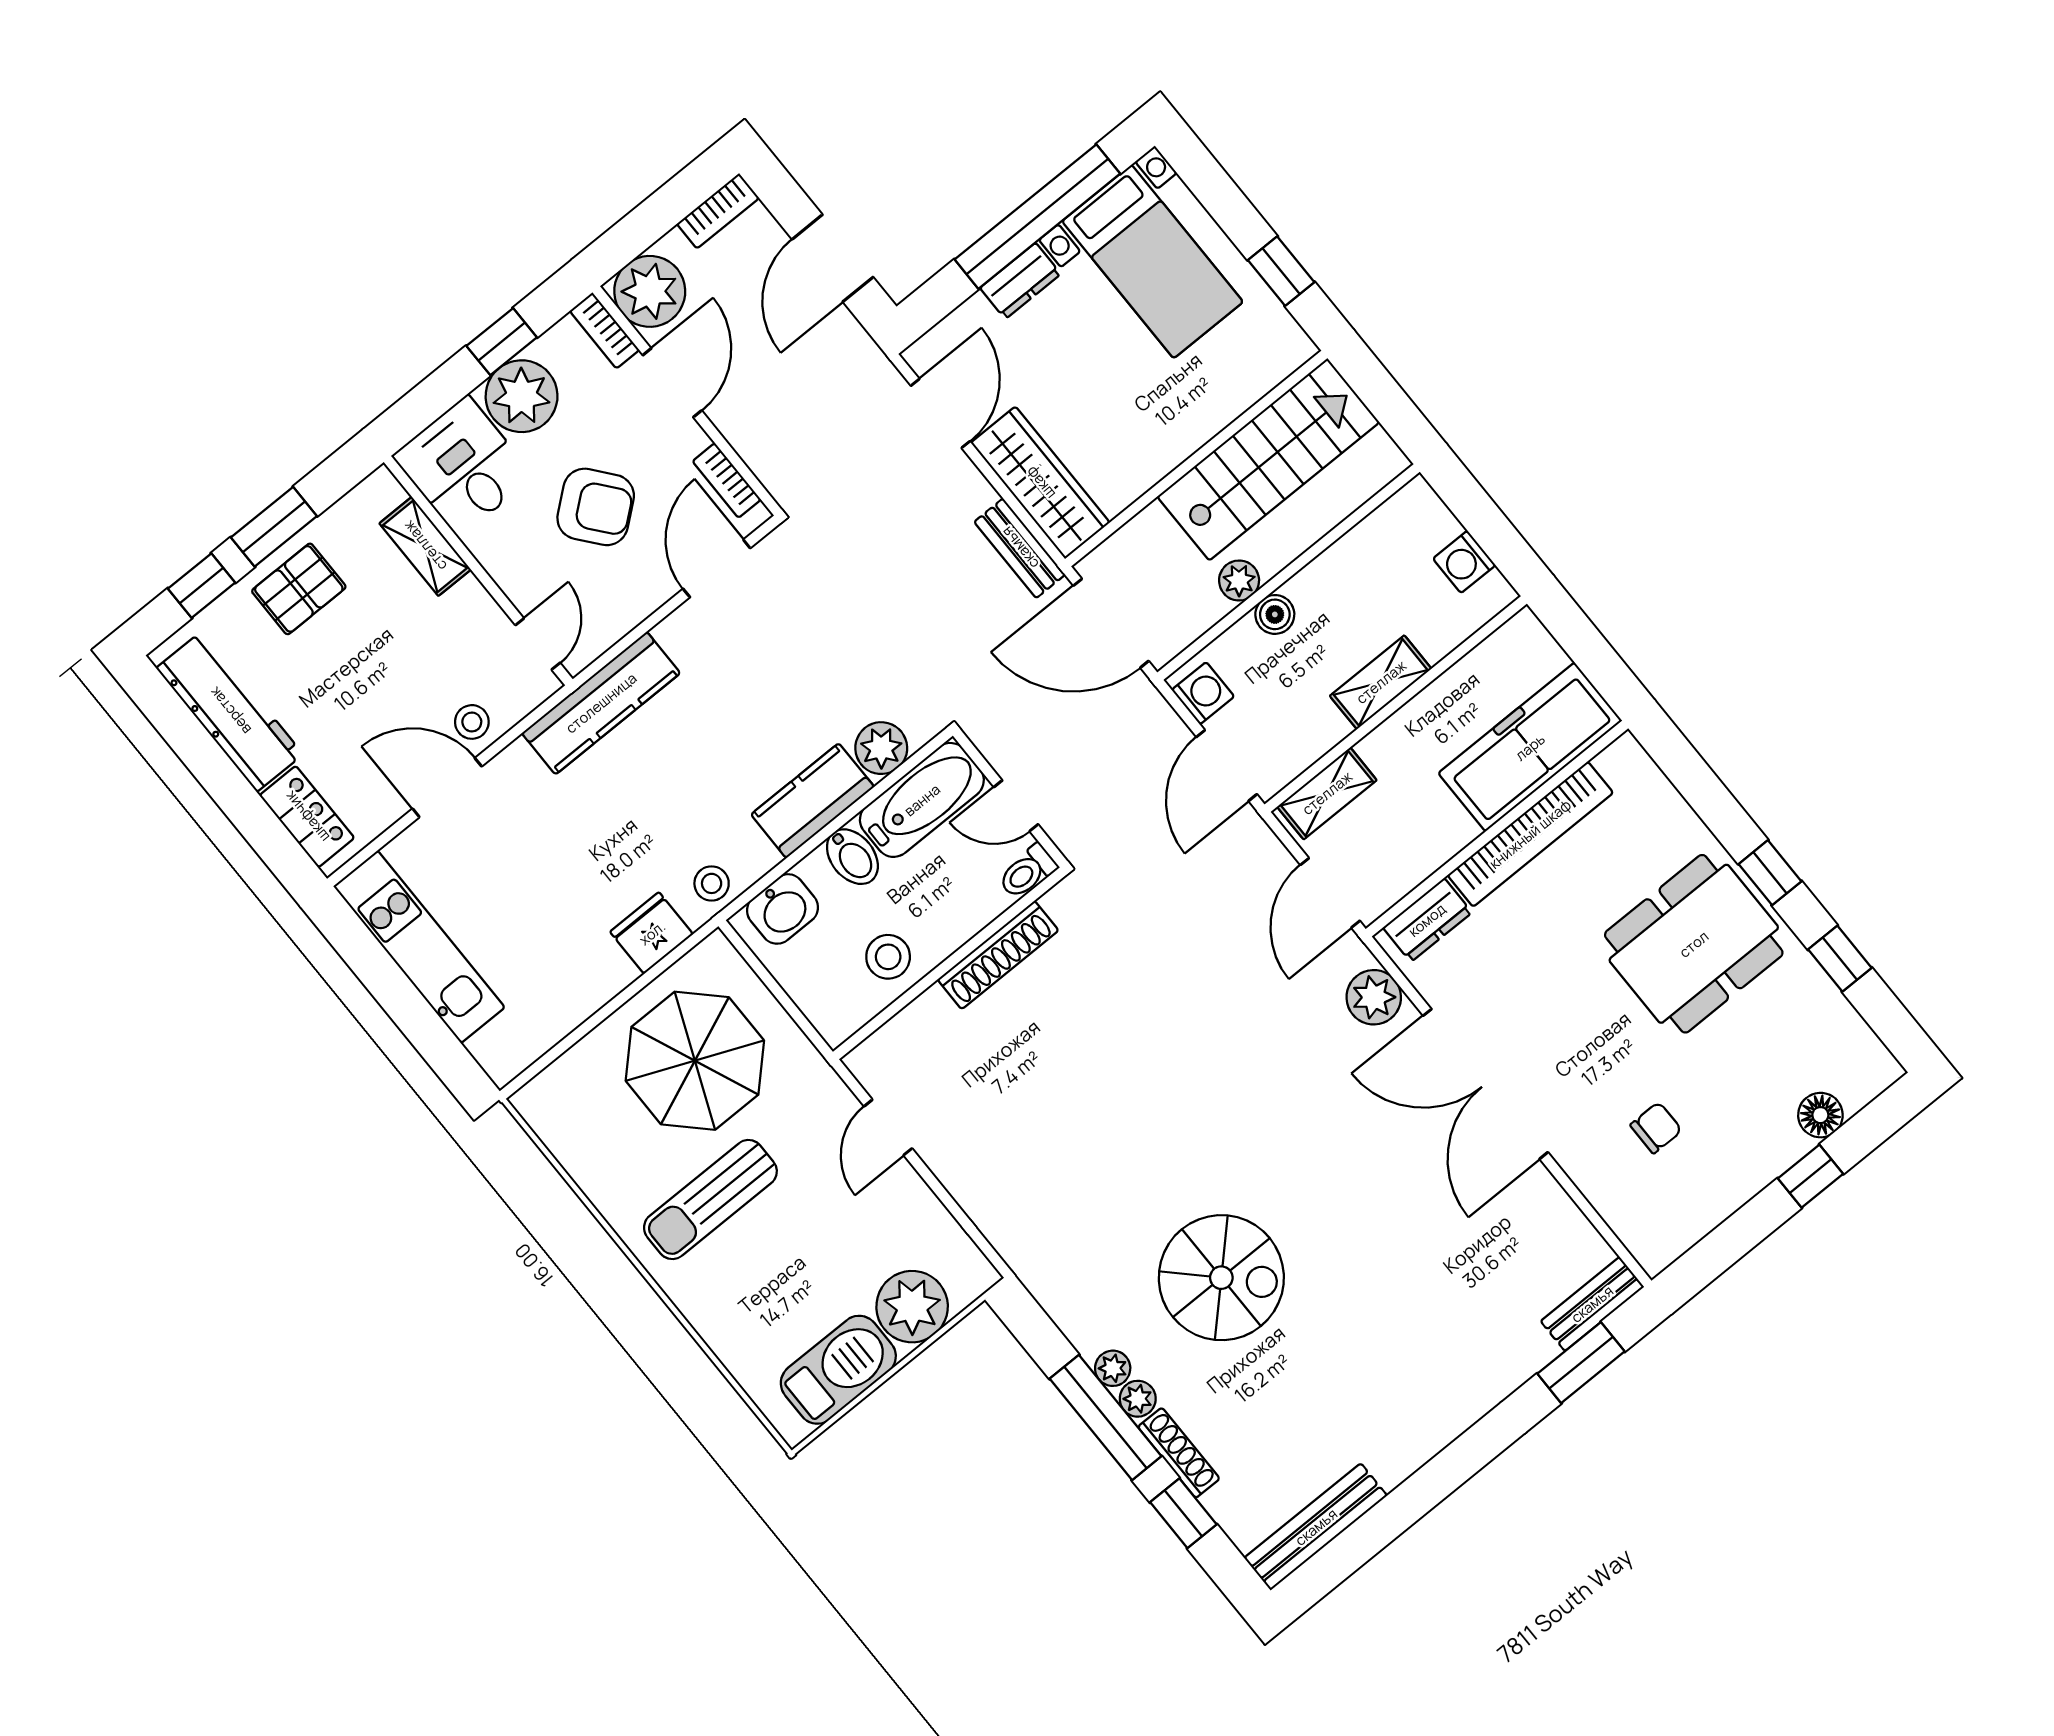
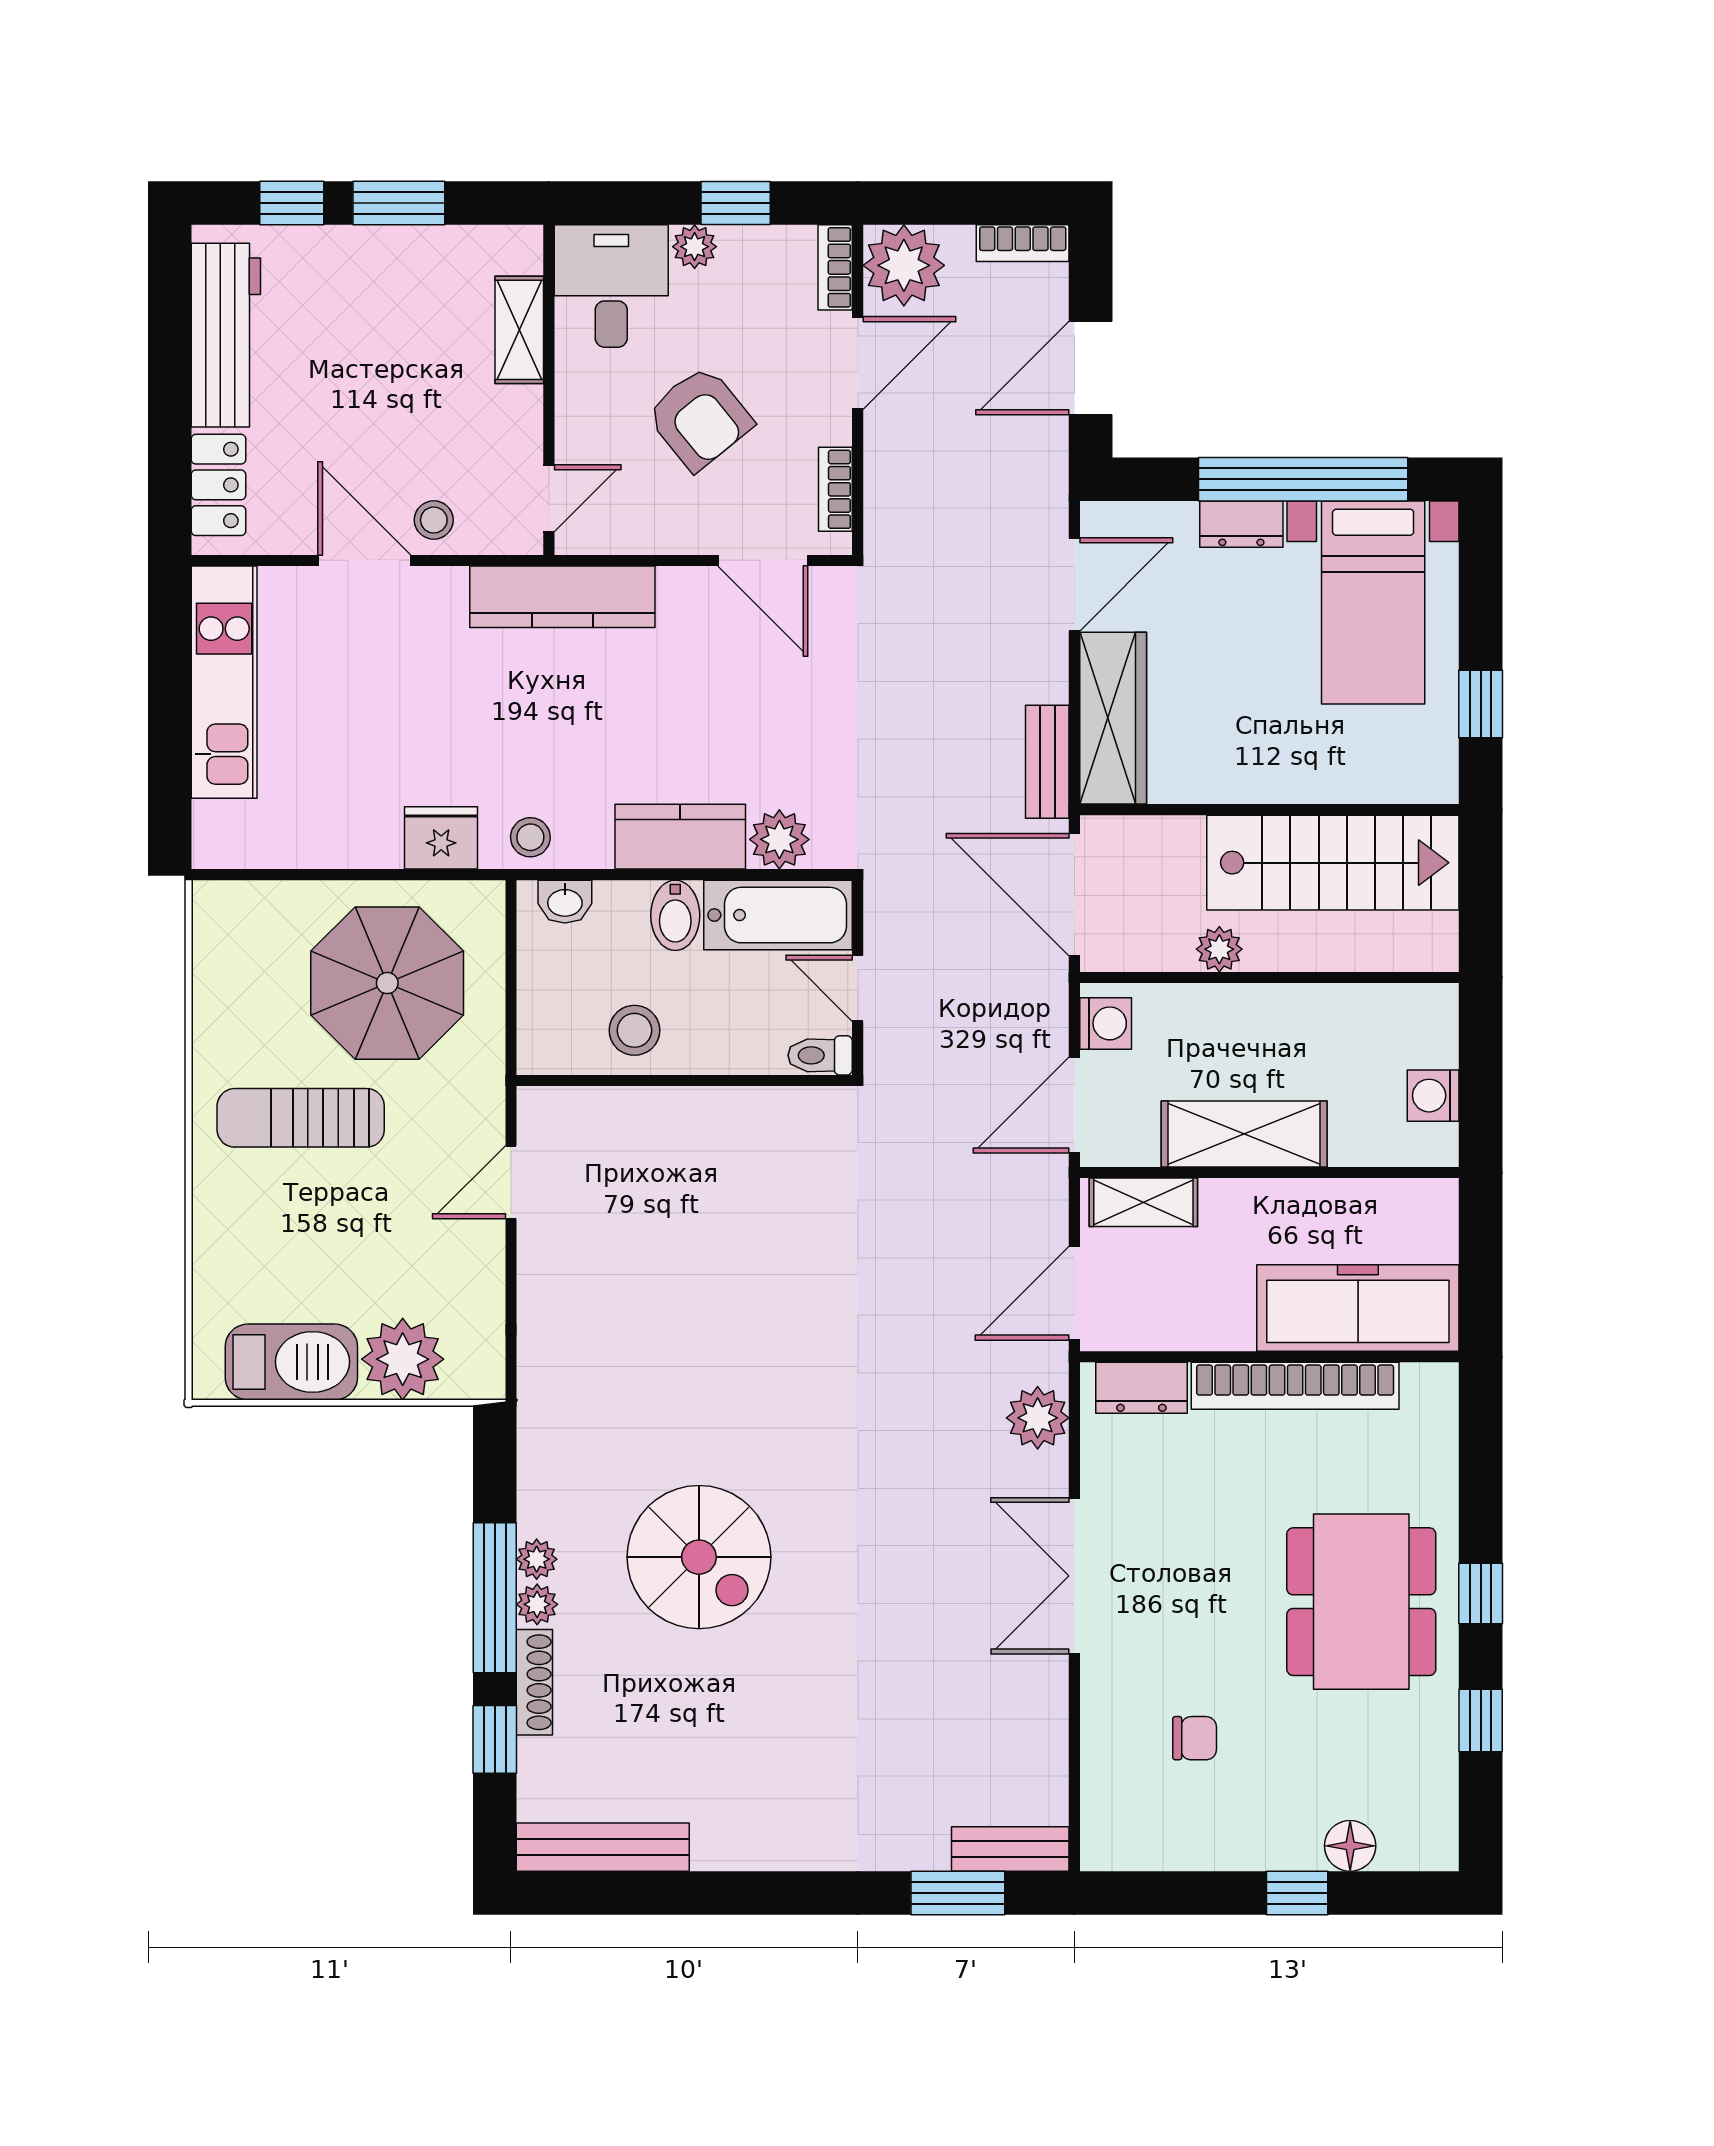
plant: (522, 396) -> (695, 247), width x0.53, depth x0.53
door: (717, 568) -> (763, 560), swing flipped
pallet: (299, 589) -> (376, 276), removed
boiler: (1275, 614) -> (1227, 1005), removed
shelving: (1381, 682) -> (1244, 1134), width x1.50, depth x1.33
washbasin: (783, 909) -> (565, 902), width x0.72, depth x0.69
dining table: (1694, 944) -> (1361, 1602), turned 90
shoe rack: (998, 955) -> (734, 1108), removed
double door: (1485, 1084) -> (1074, 1576), width x0.73

